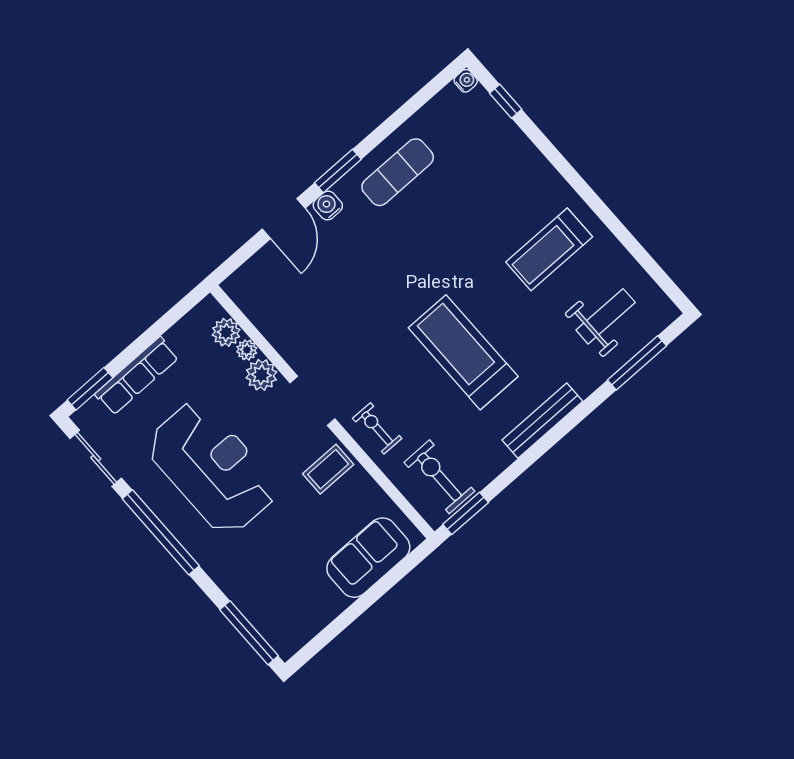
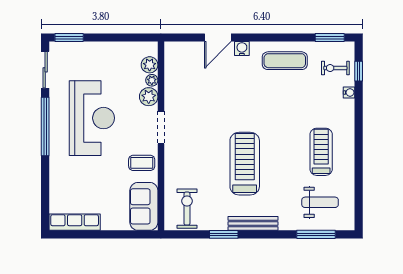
water cooler: (466, 81) -> (349, 92), moved
window: (338, 171) -> (330, 37), moved
treadmill: (549, 249) -> (321, 152), turned 90
row of seats: (137, 376) -> (75, 222), moved, turned 180
exercise bike: (377, 428) -> (335, 68), moved, turned -90
window: (466, 513) -> (224, 234), moved
sofa: (368, 558) -> (144, 206), moved, turned -90
window: (249, 633) -> (45, 204), removed

